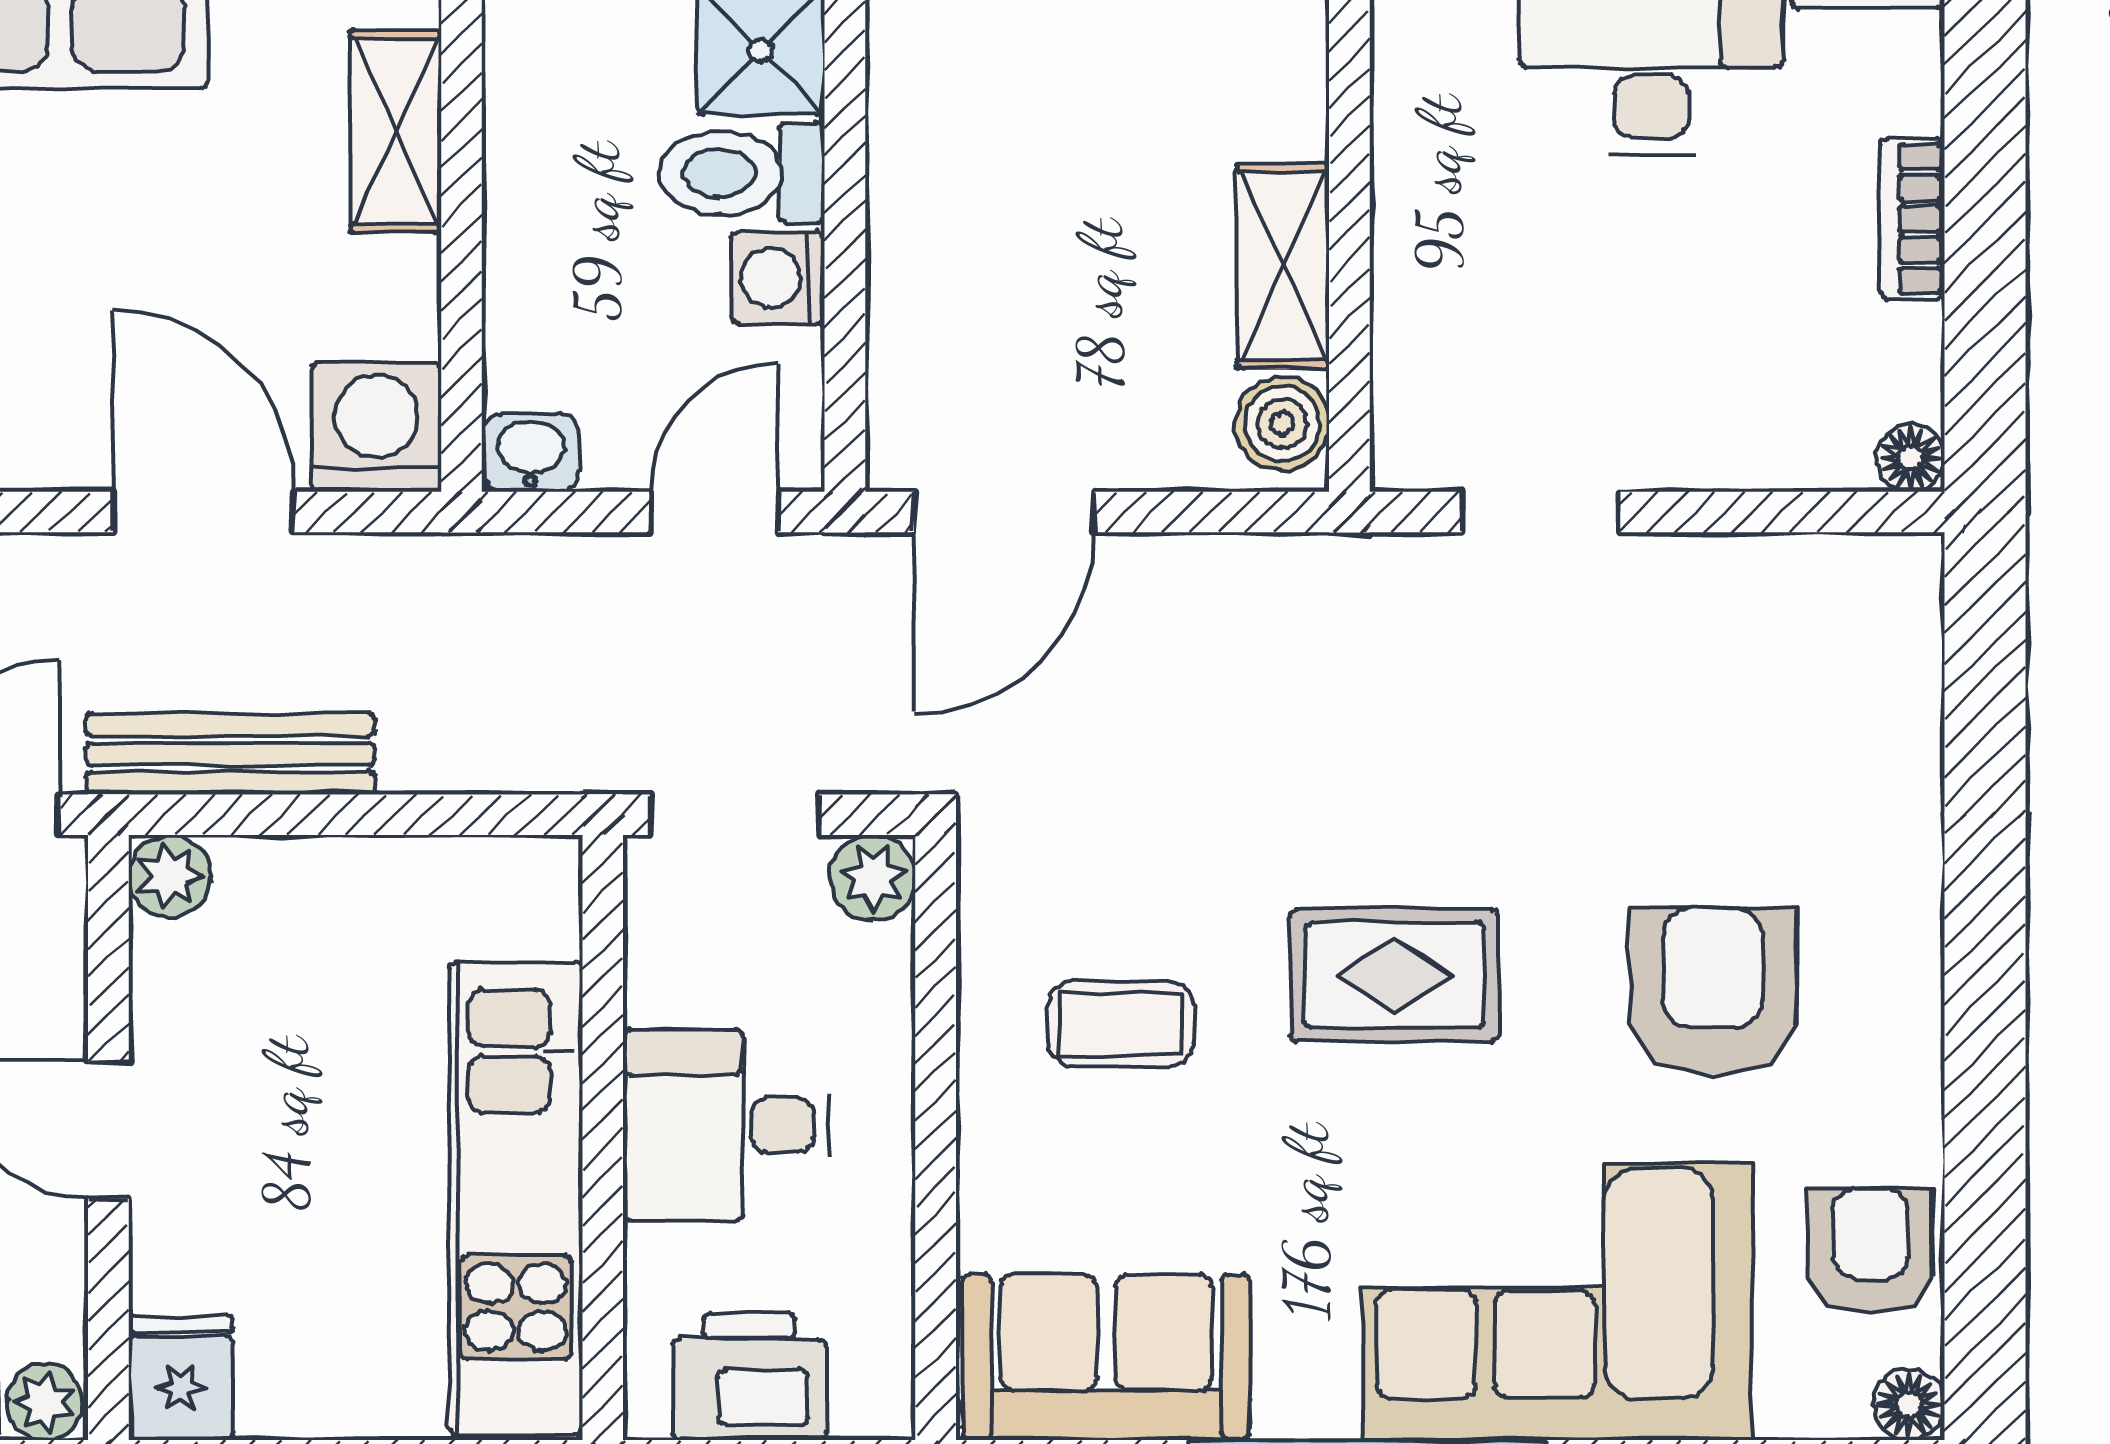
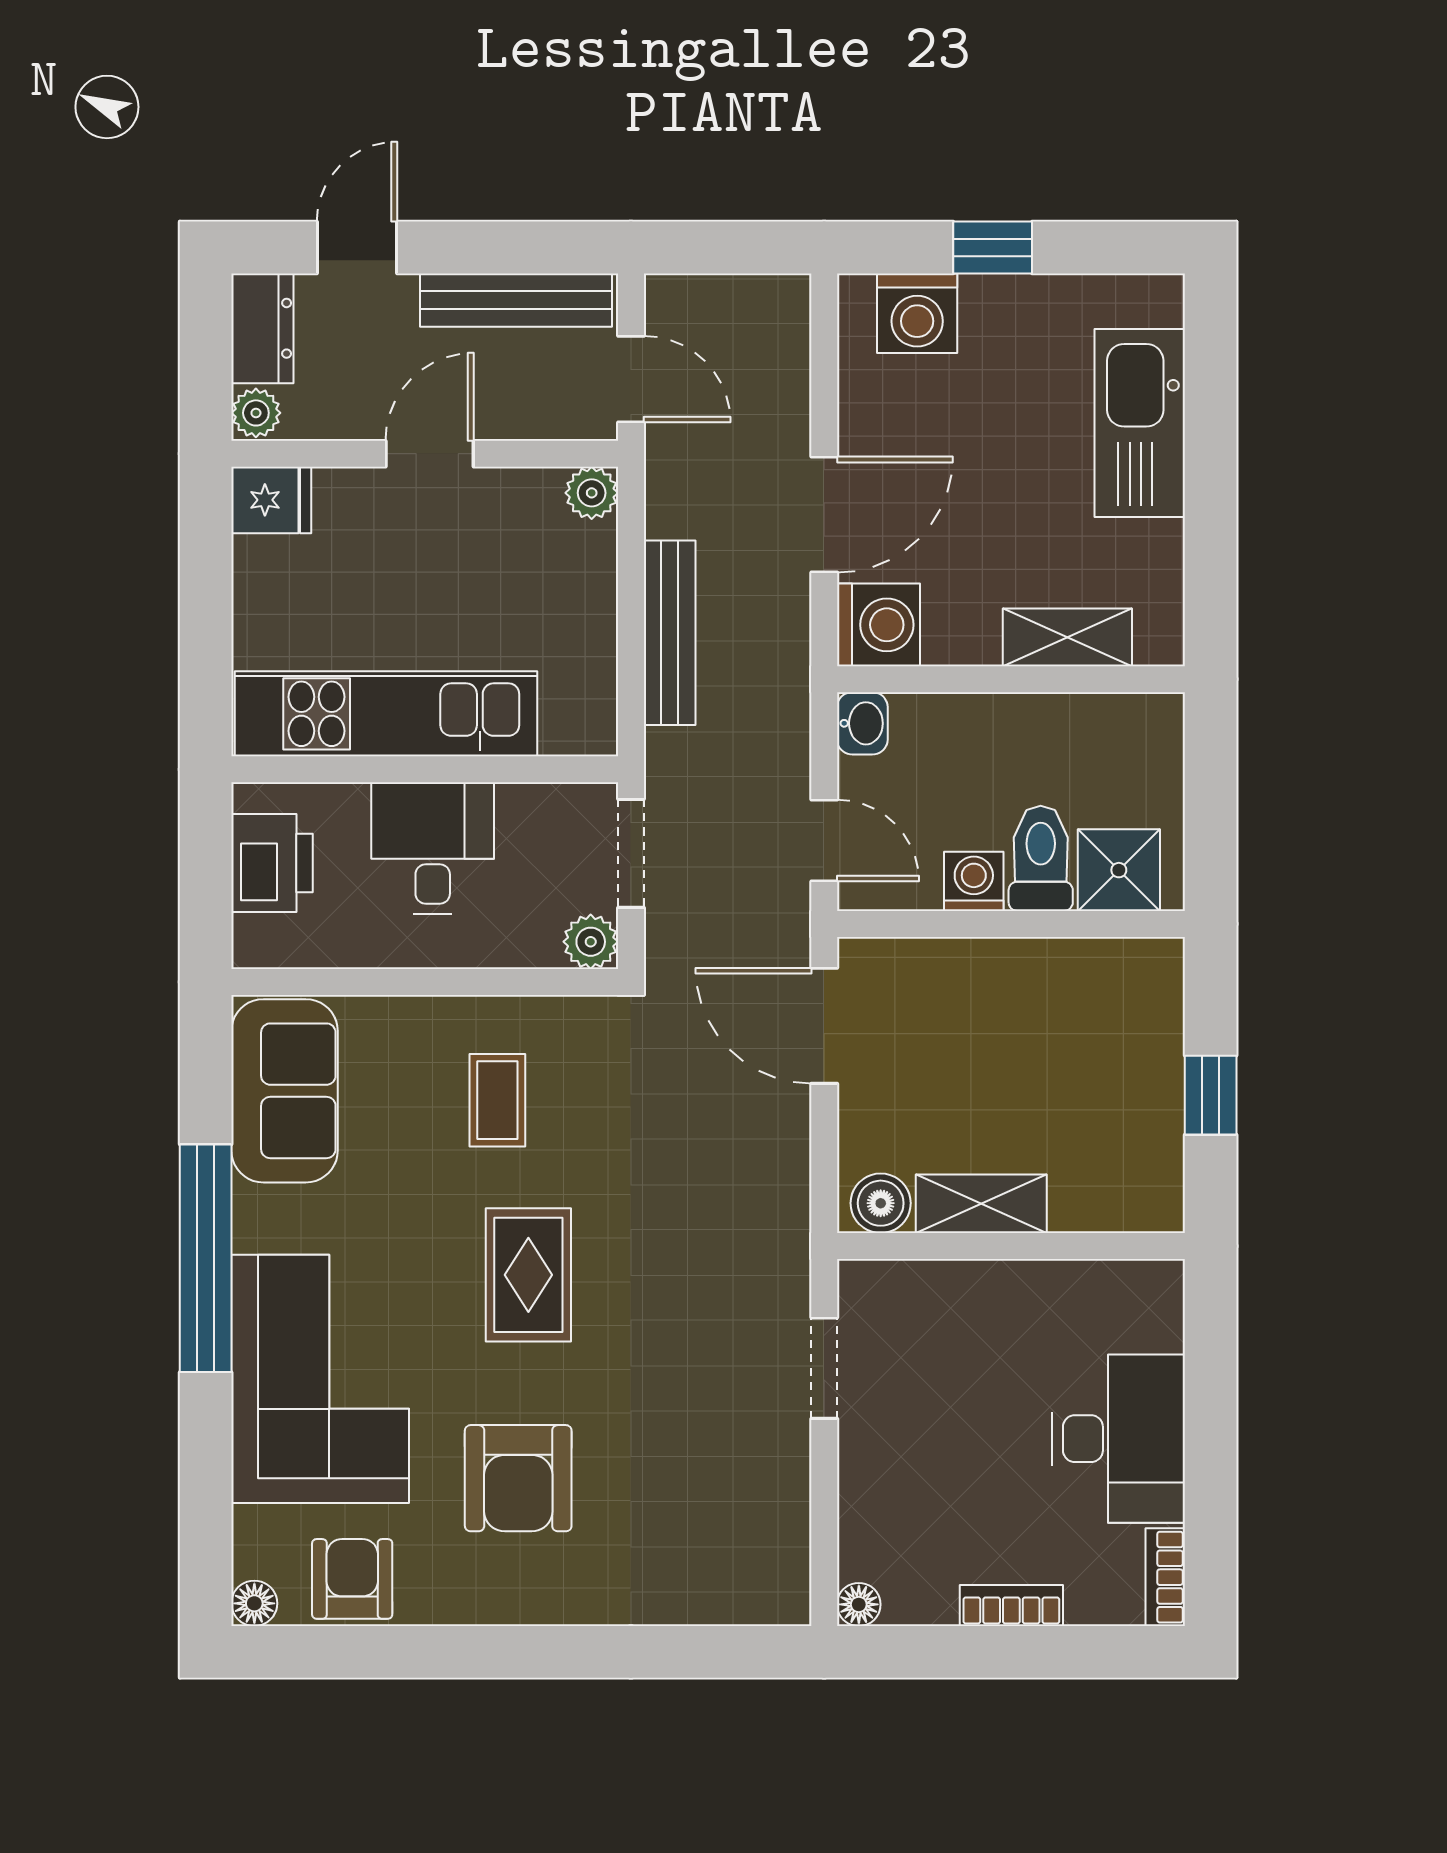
bench: (230, 754) -> (670, 633), moved
armchair: (1713, 991) -> (518, 1478), turned 90
armchair: (1871, 1251) -> (352, 1579), turned -90

